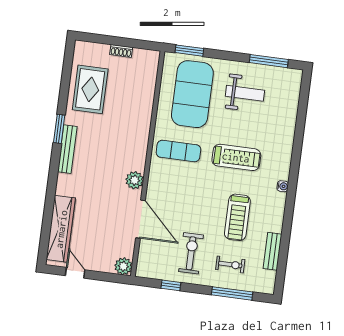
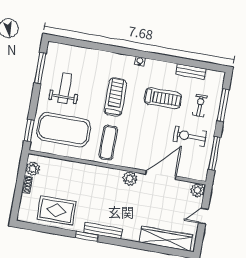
plant: (142, 57) -> (33, 169), added
door: (75, 273) -> (203, 216), moved
window: (171, 285) -> (214, 153), width x2.17

